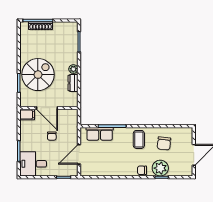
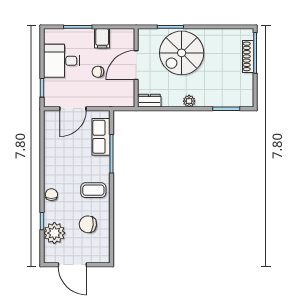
spiral stairs: (38, 75) -> (182, 53), turned 90
dresser: (73, 83) -> (149, 101), moved
filing cabinet: (27, 115) -> (102, 38), moved
door: (79, 154) -> (73, 109), swing flipped
desk: (33, 164) -> (62, 61), moved, turned -90
plant: (160, 168) -> (54, 233), moved

